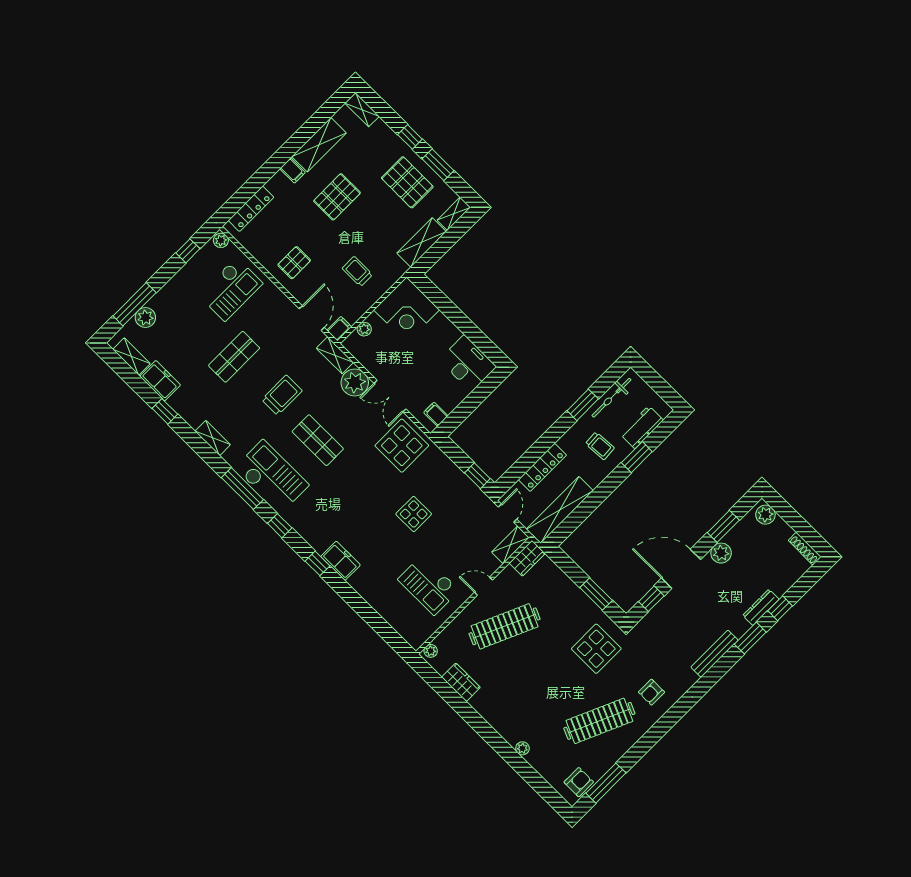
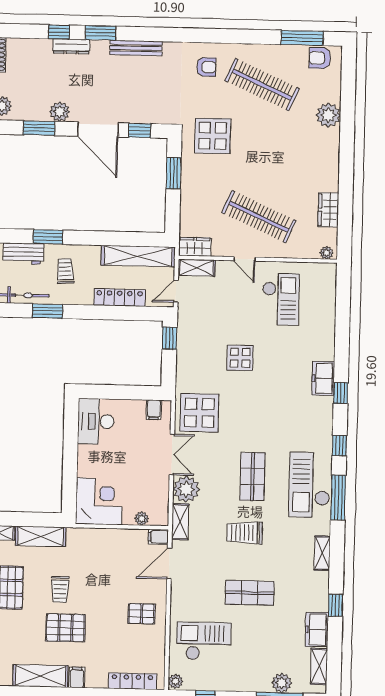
trolley: (357, 271) -> (60, 589), moved
plant: (522, 748) -> (328, 115), width x1.87, depth x1.87

